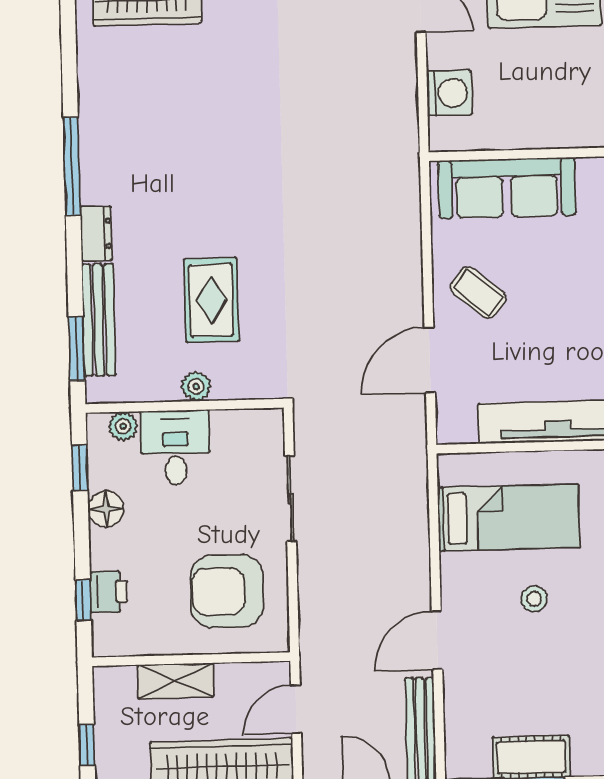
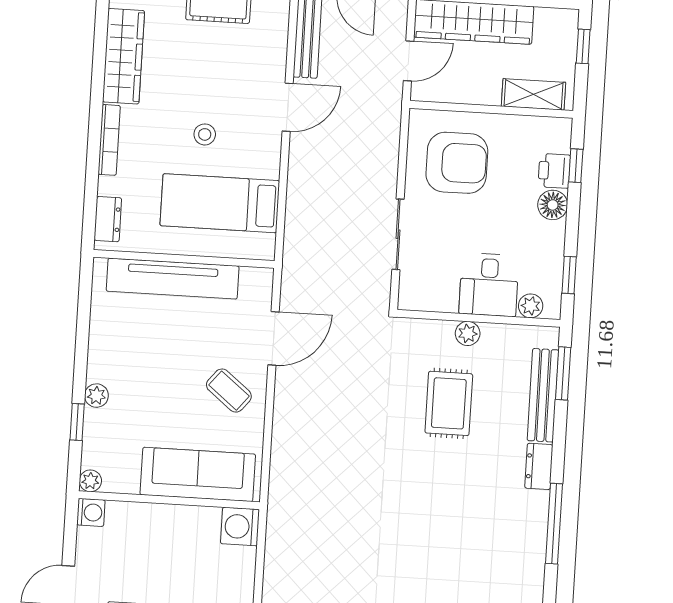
washing machine: (449, 93) -> (240, 527), moved
floor lamp: (106, 509) -> (553, 205), moved
shelving: (176, 681) -> (533, 94), moved

